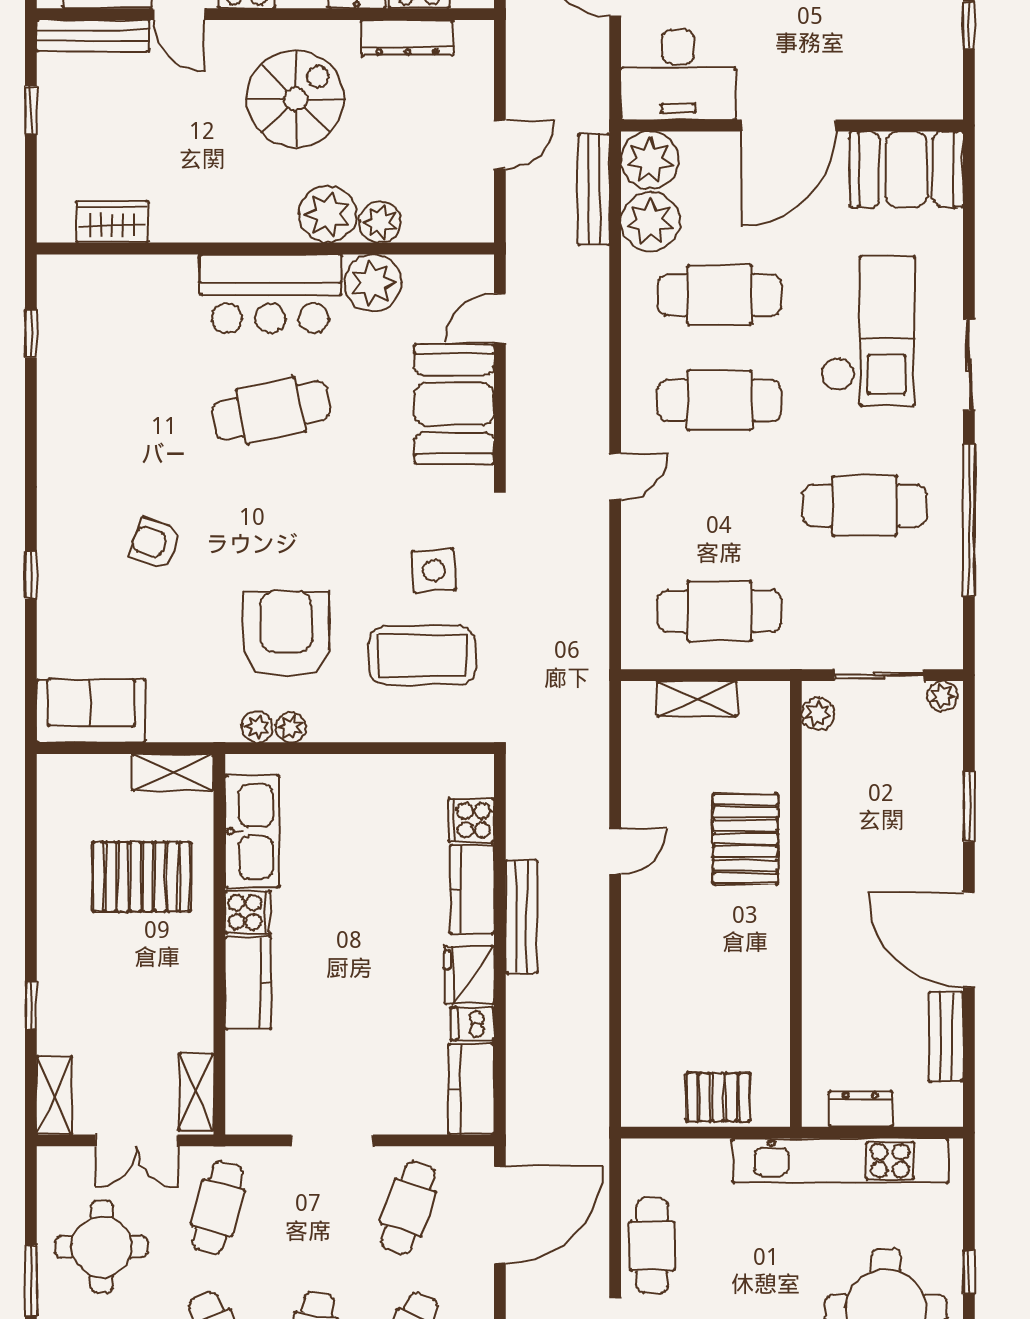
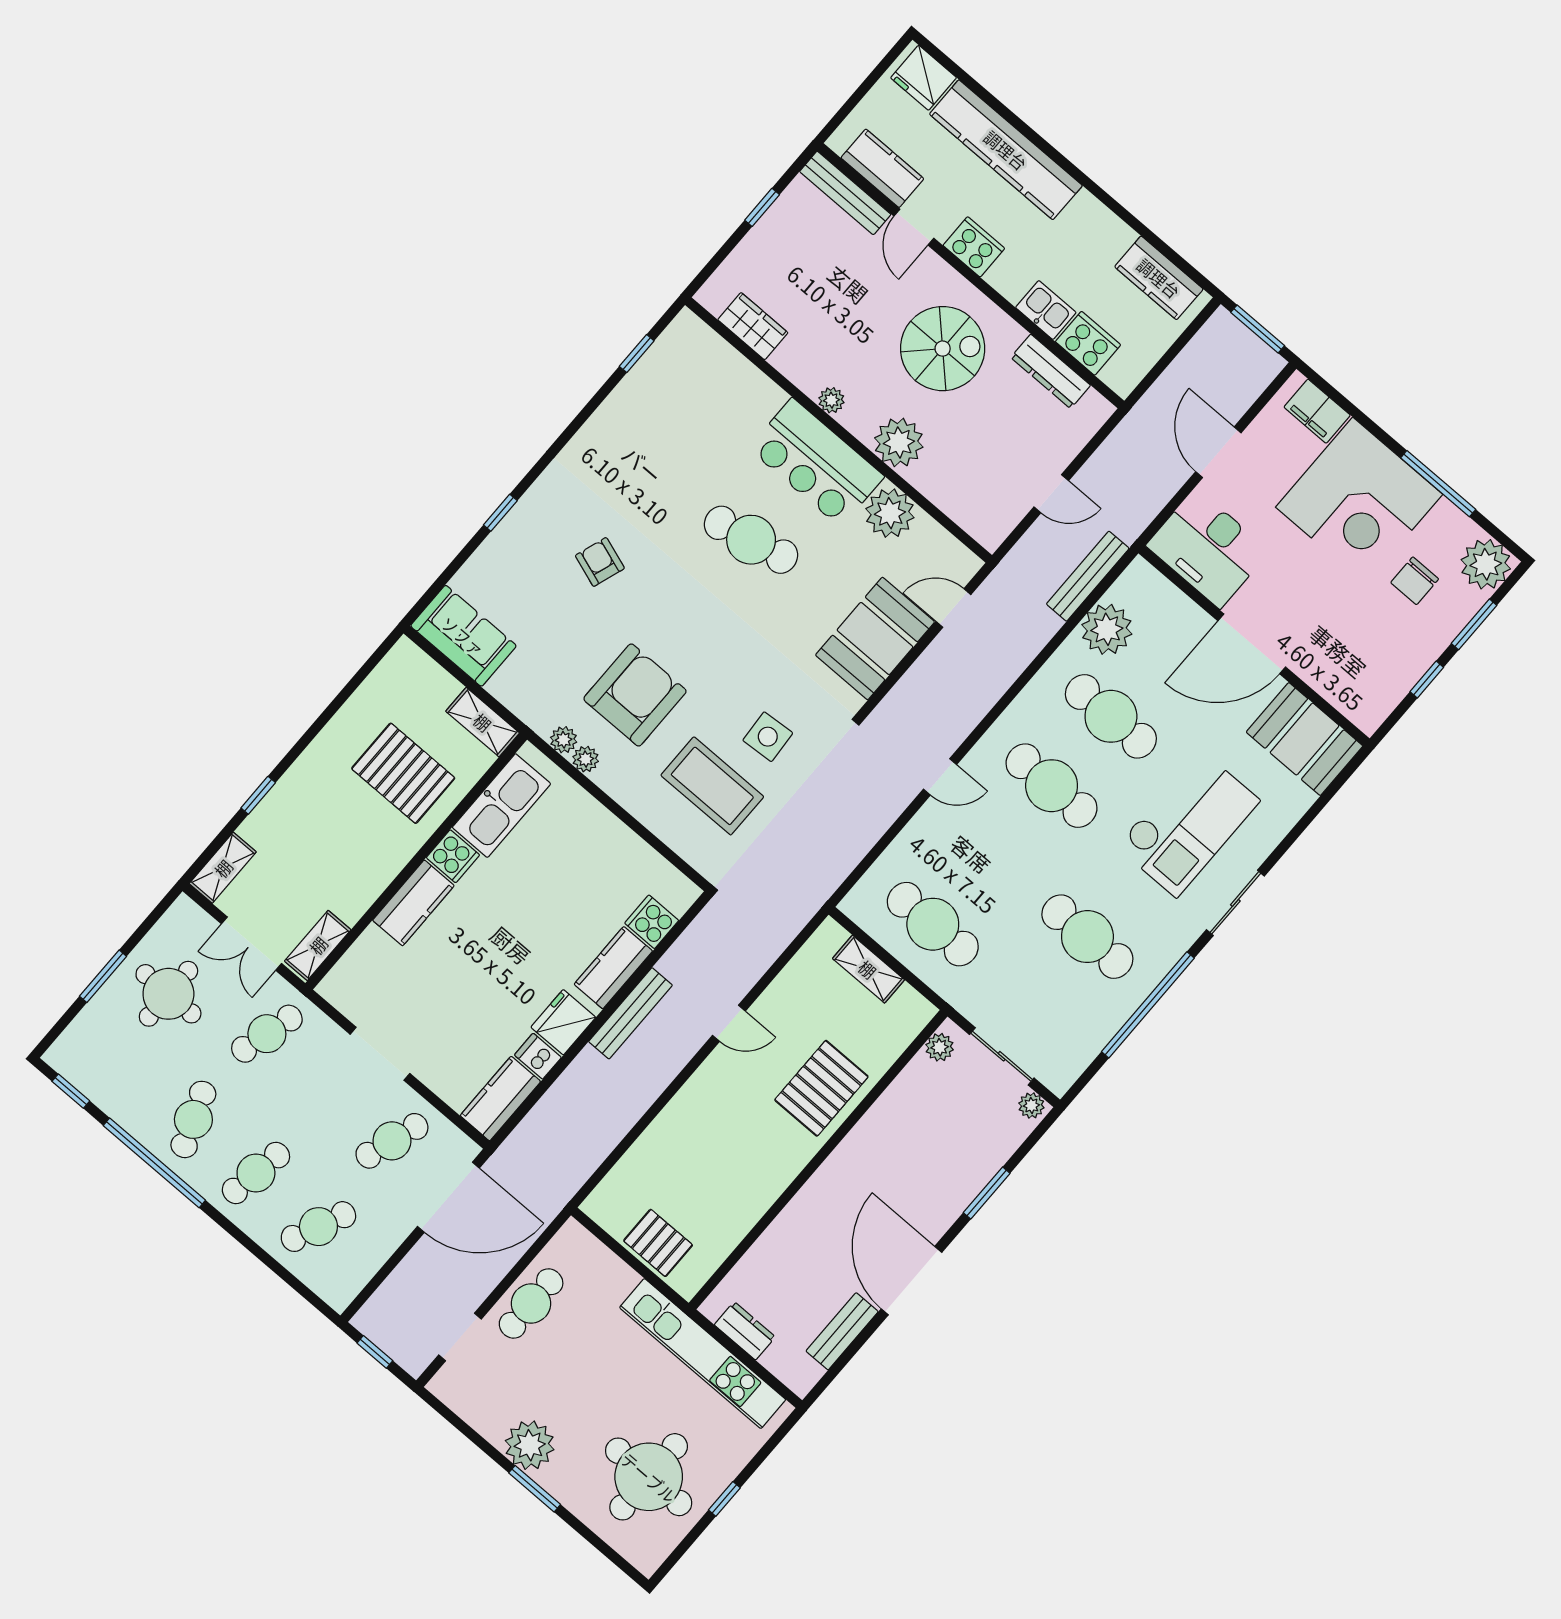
plant: (650, 160) -> (1141, 588), removed
plant: (380, 222) -> (831, 400), moved, width x0.73, depth x0.73

